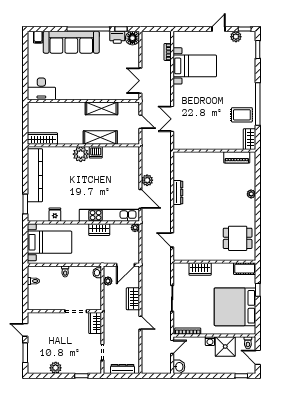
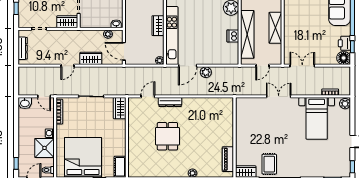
plant: (236, 37) -> (345, 104), moved
double door: (172, 119) -> (279, 96), moved
shelving: (100, 137) -> (247, 34), width x1.47
dishwasher: (96, 152) -> (233, 36), moved
dresser: (178, 192) -> (170, 102), moved
dining table: (238, 238) -> (167, 136), moved
wardrobe: (200, 269) -> (120, 108), moved

